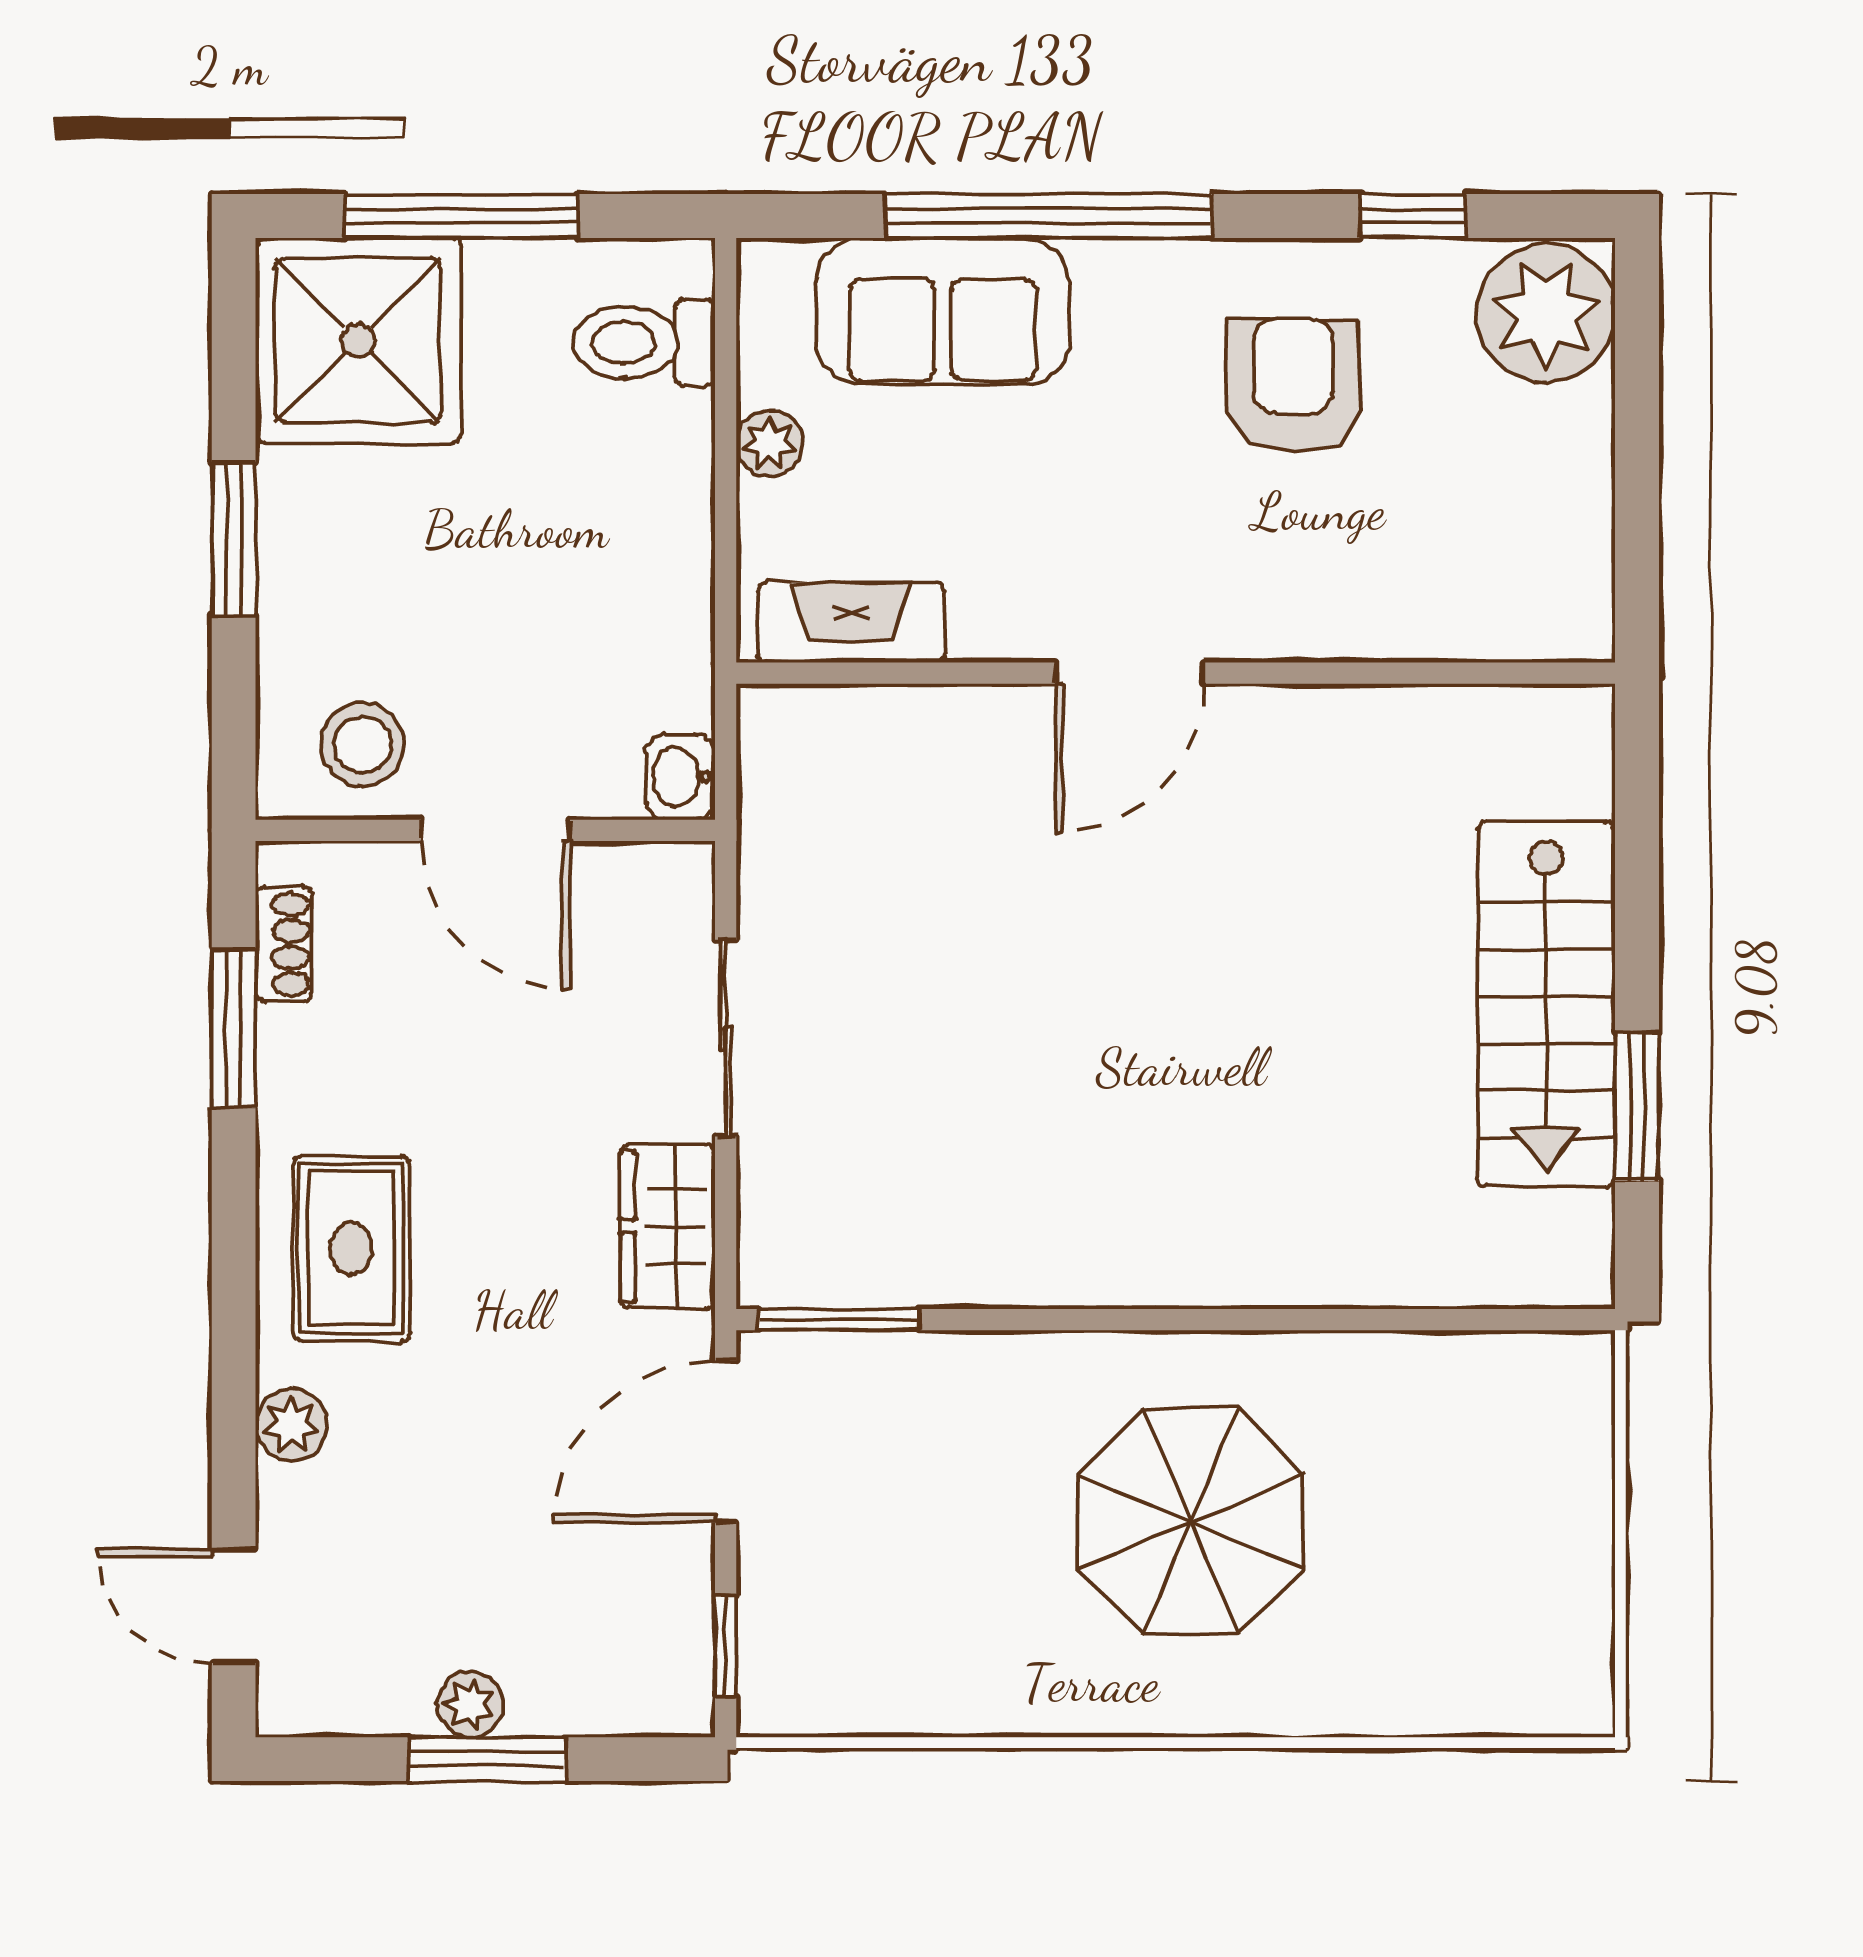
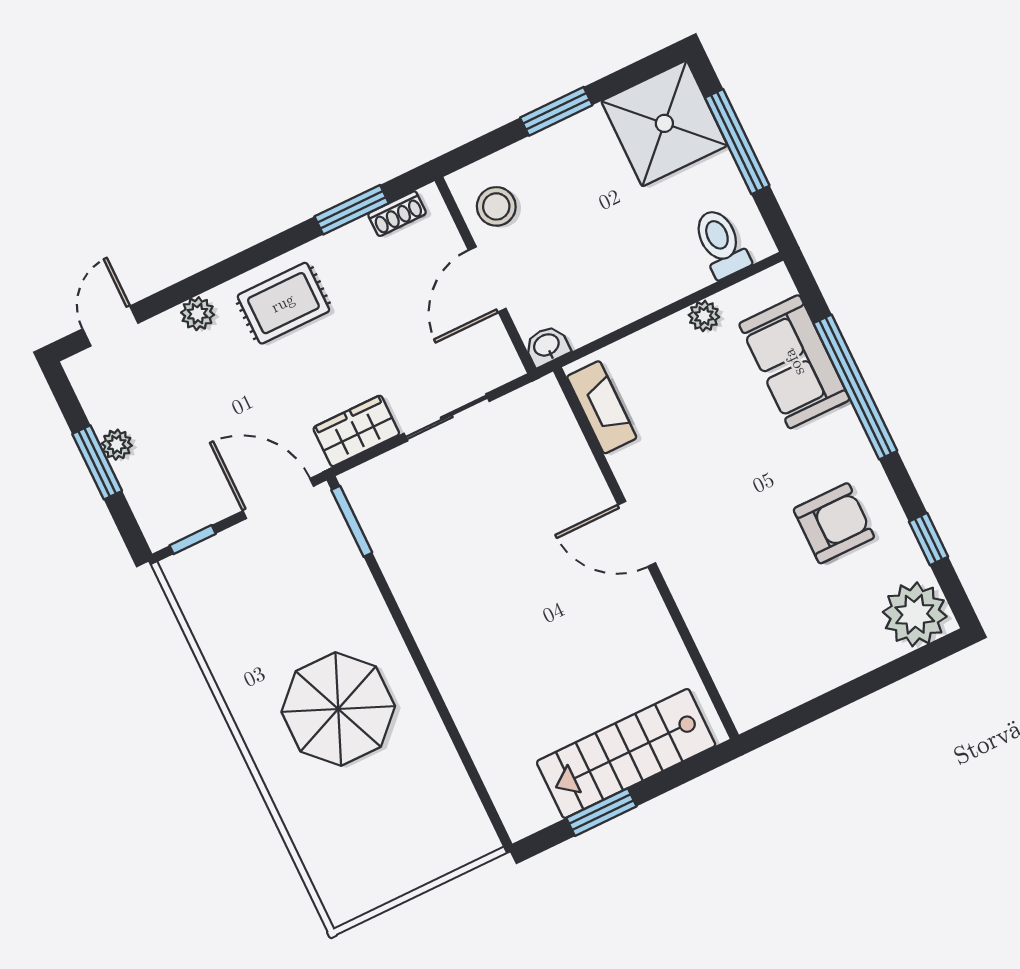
fireplace: (851, 623) -> (602, 407), moved
door: (1130, 673) -> (637, 534), moved
wall: (1176, 673) -> (646, 553), moved

